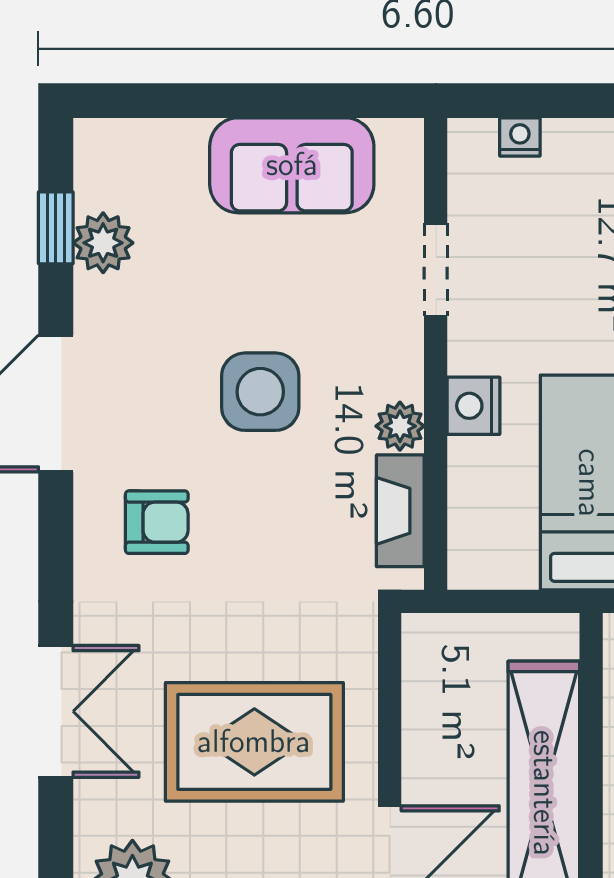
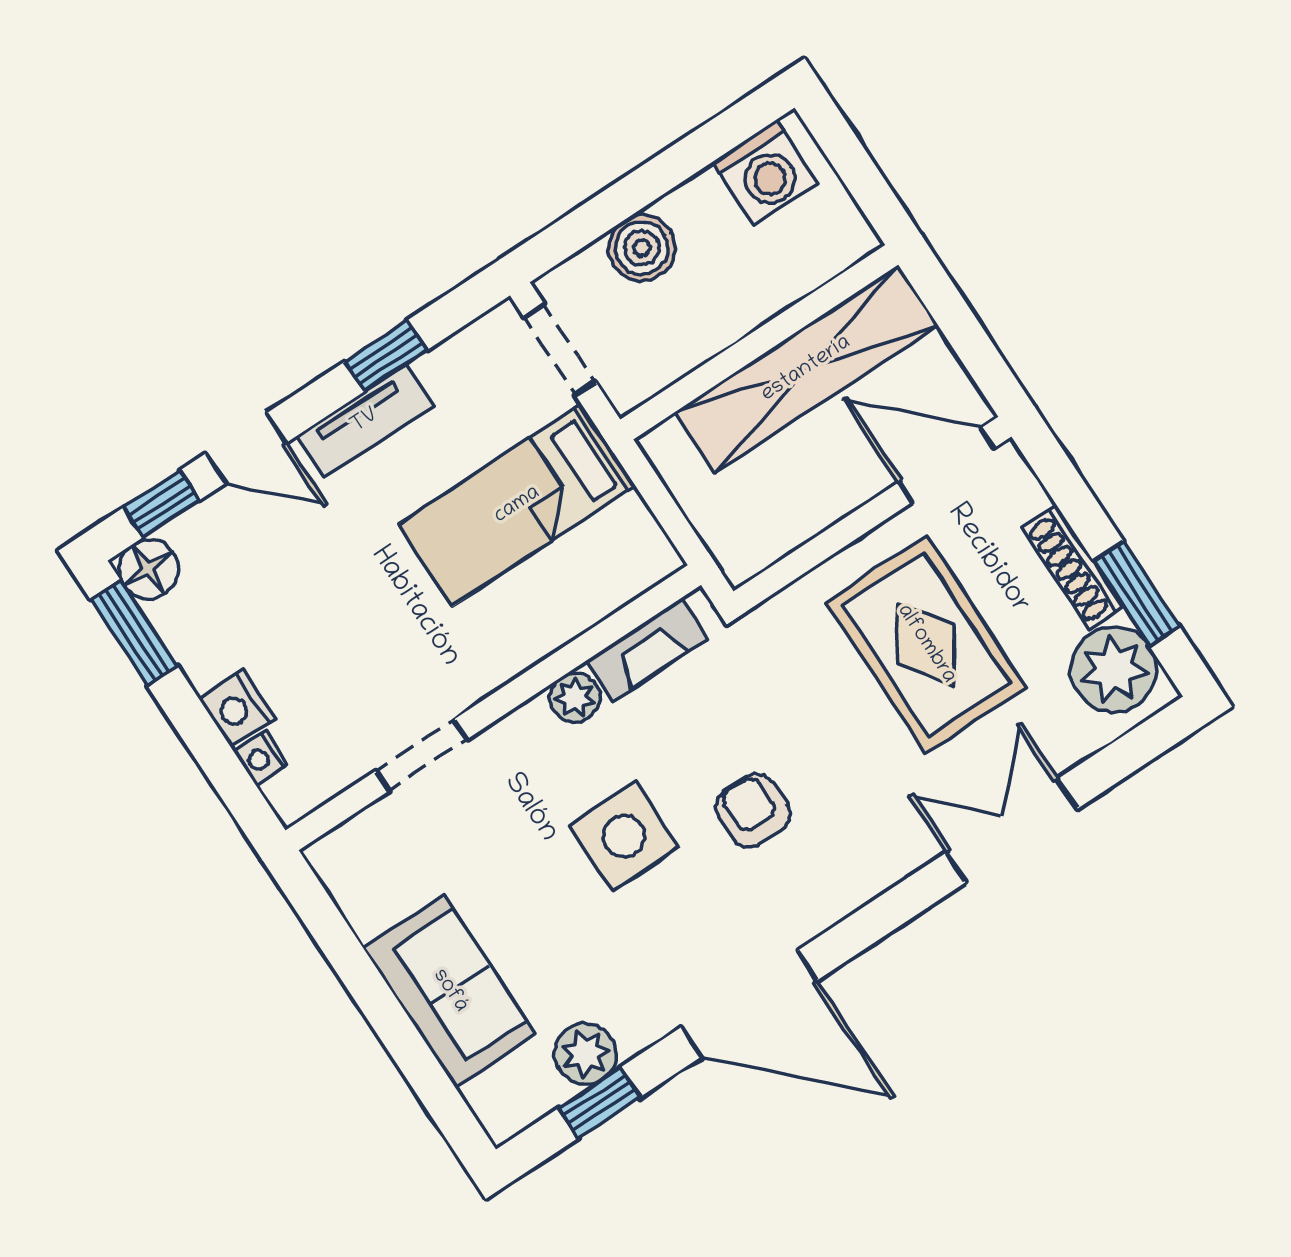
sofa: (292, 165) -> (450, 991), moved
nightstand: (474, 406) -> (237, 708), moved, turned 90
armchair: (157, 522) -> (753, 811), moved

